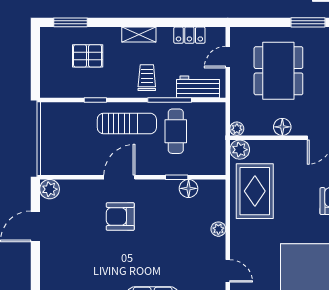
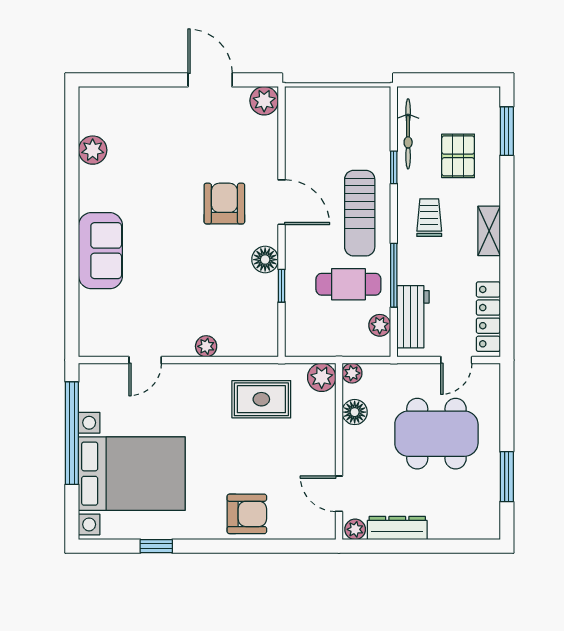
locker: (189, 35) -> (488, 317), width x1.53
door: (228, 57) -> (456, 360), swing flipped
trolley: (147, 78) -> (429, 218), moved, turned -90
bicycle: (72, 90) -> (408, 134), added
plant: (204, 110) -> (380, 325), added
floor lamp: (282, 127) -> (355, 412), moved
floor lamp: (189, 188) -> (265, 260), moved
rug: (255, 191) -> (261, 399), width x0.73, depth x0.70

